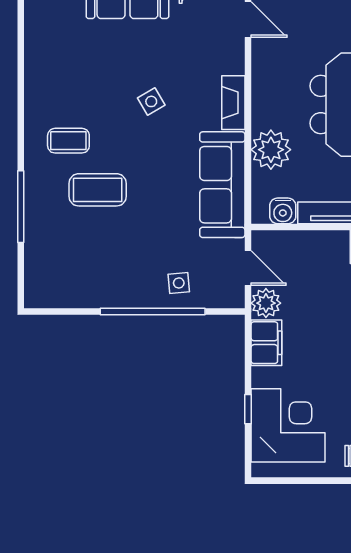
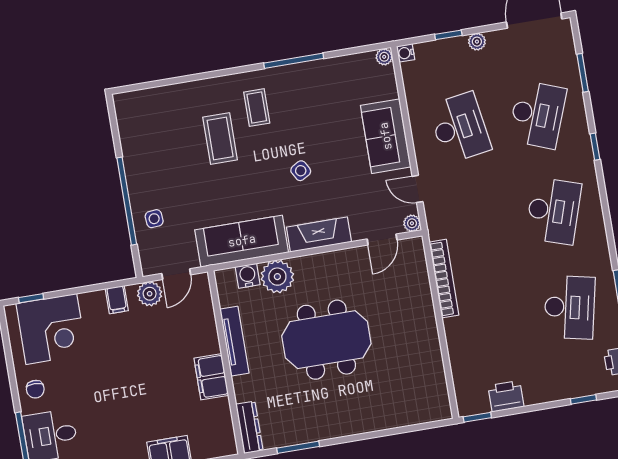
fireplace: (233, 103) -> (319, 235), width x1.37, depth x1.32
window: (21, 207) -> (294, 61), moved
water cooler: (283, 211) -> (248, 276), moved, turned 90
filing cabinet: (266, 343) -> (117, 300), width x0.50
window: (248, 409) -> (31, 298), moved

